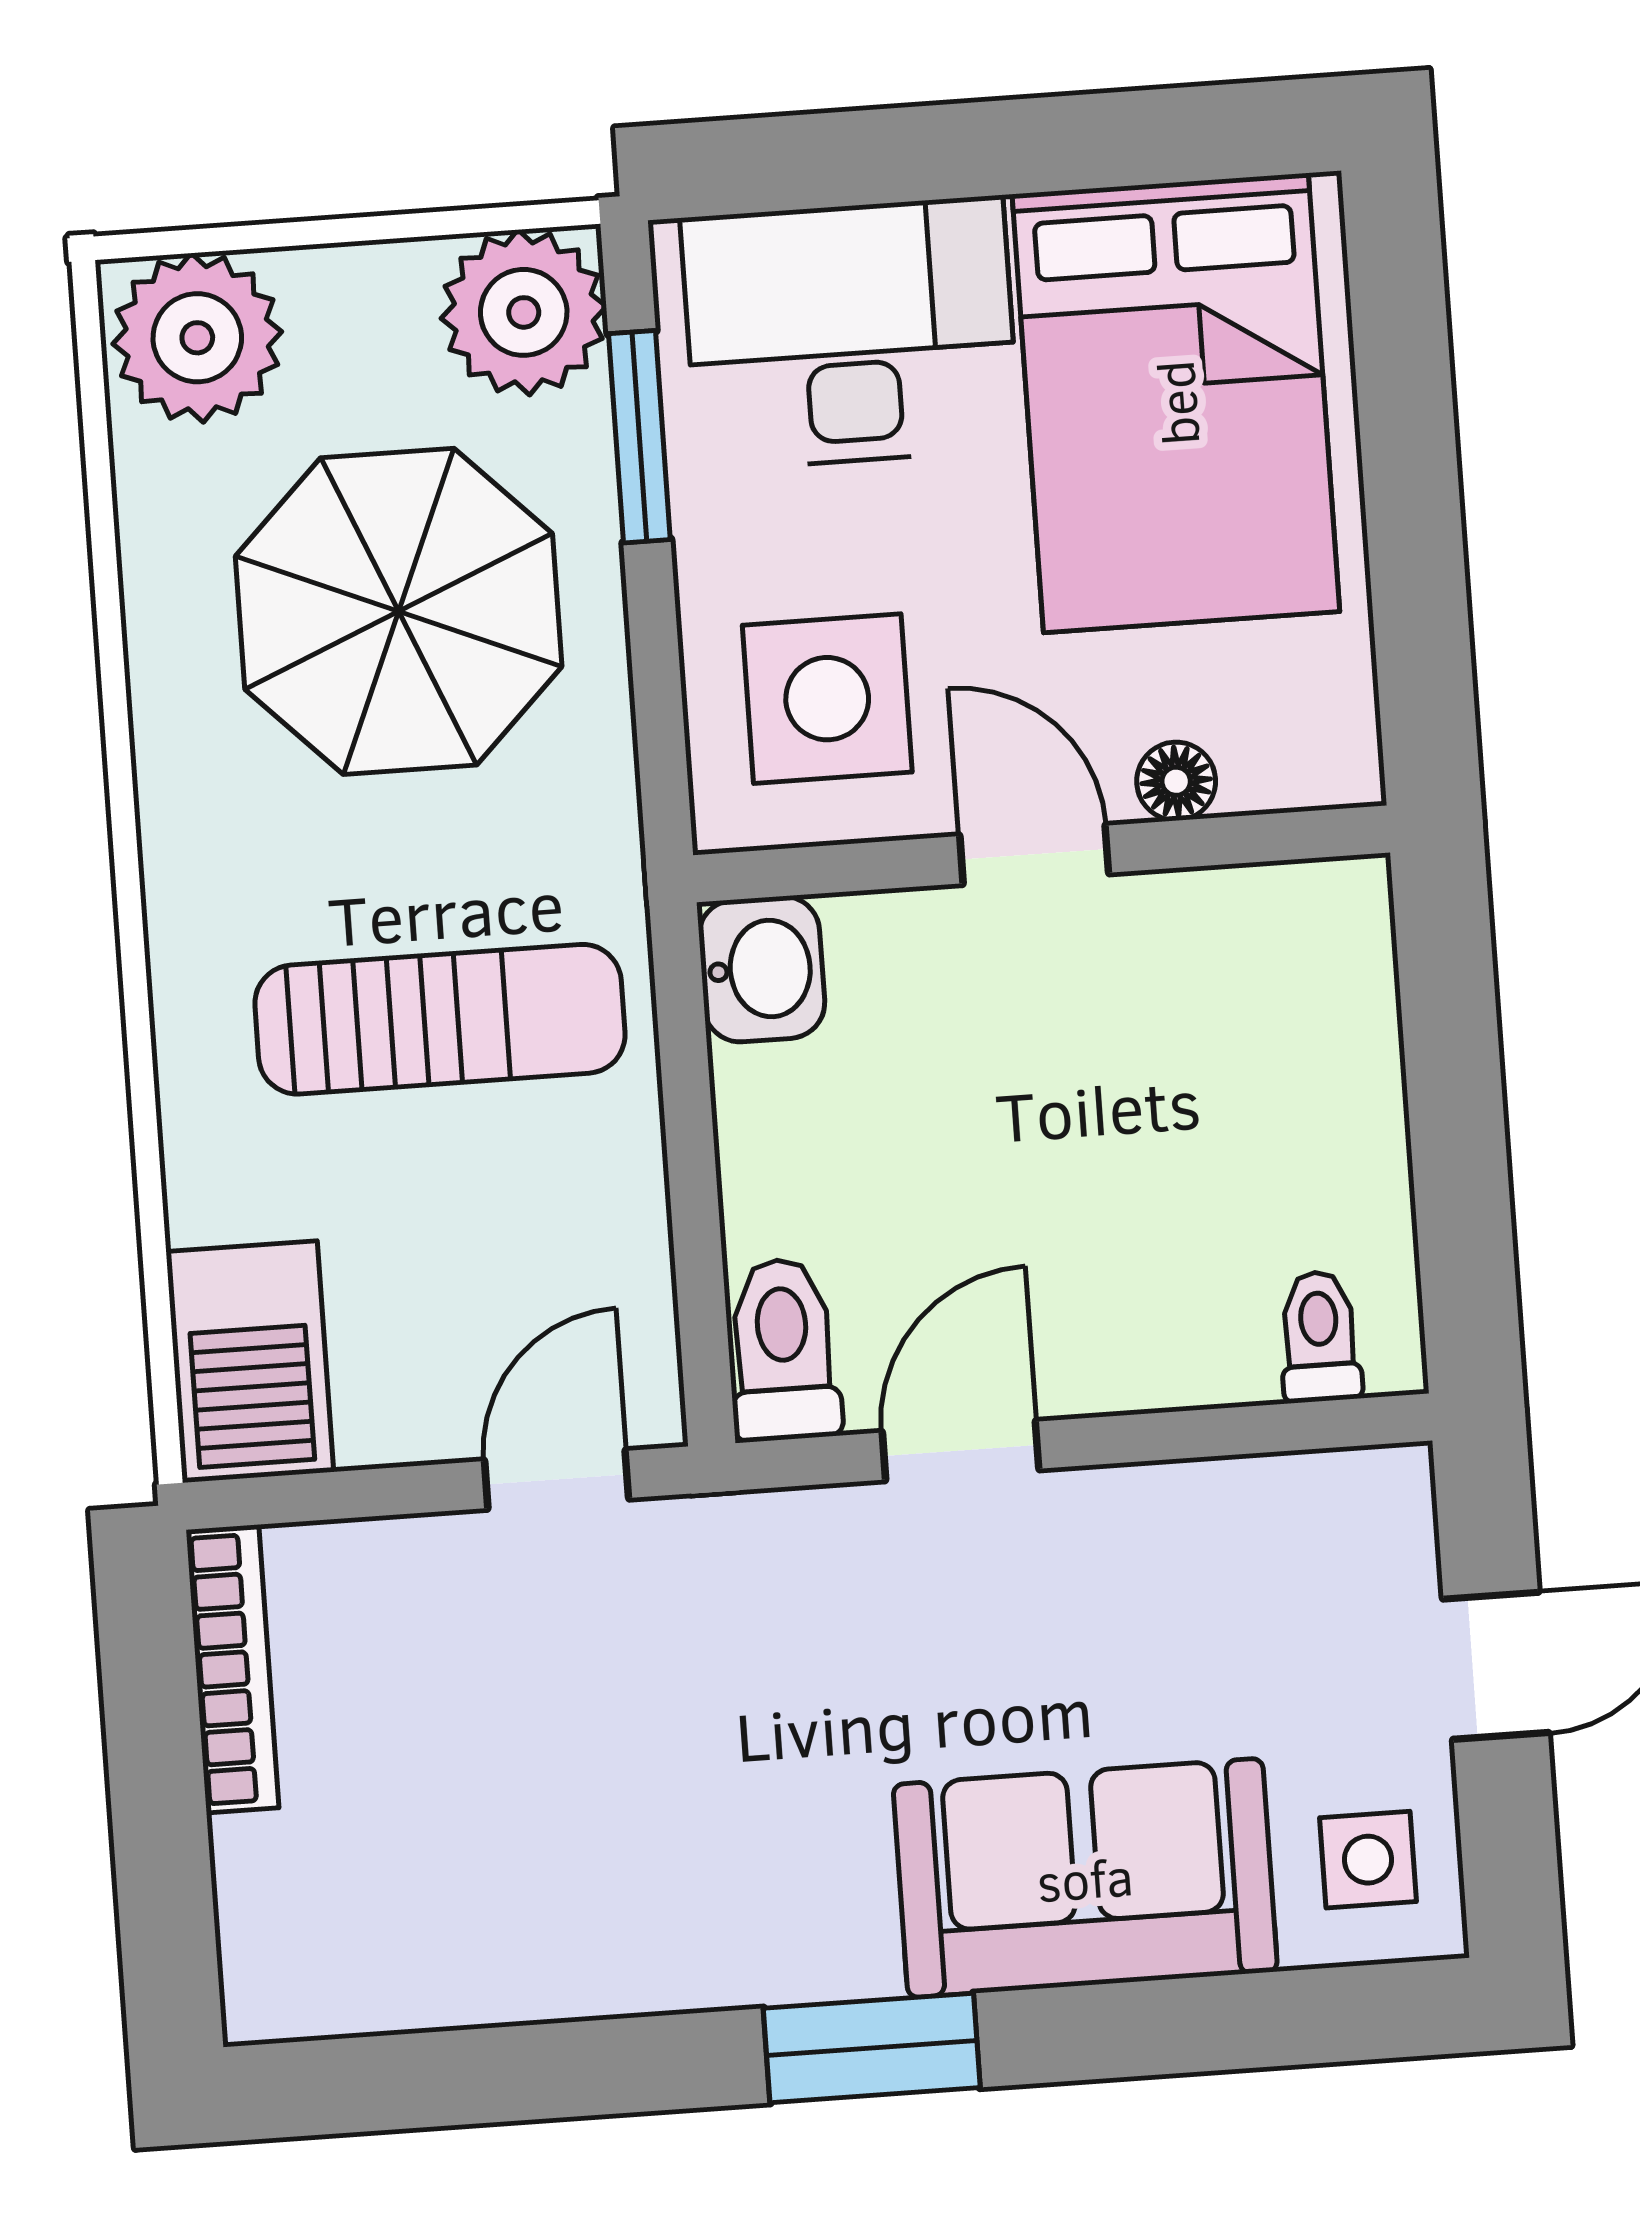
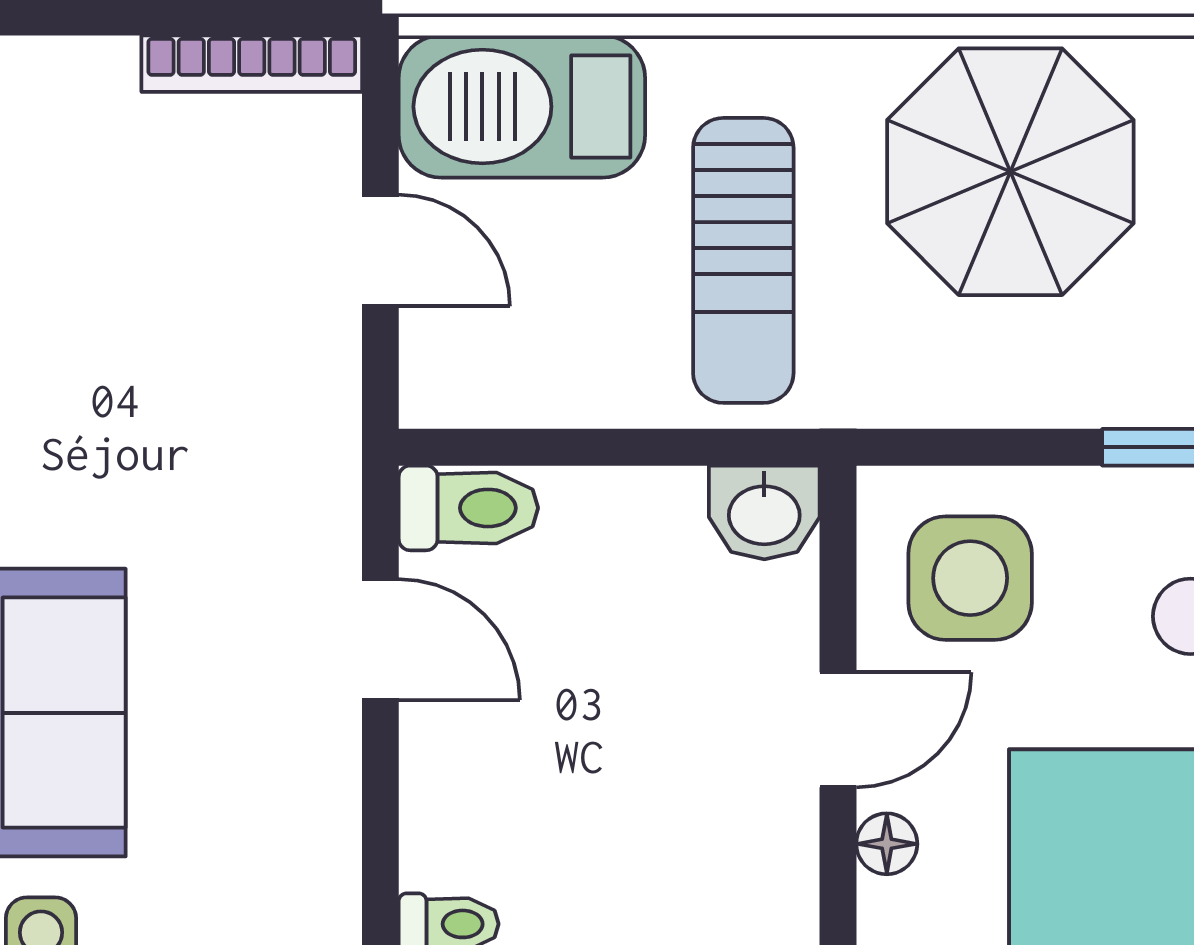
parasol: (399, 611) -> (1010, 172), moved
barbecue: (250, 1362) -> (522, 107), width x1.37, depth x1.21
door: (557, 1480) -> (380, 250), moved

